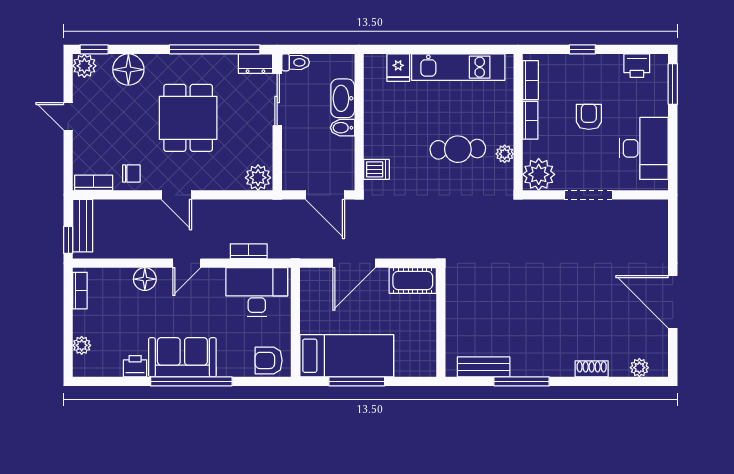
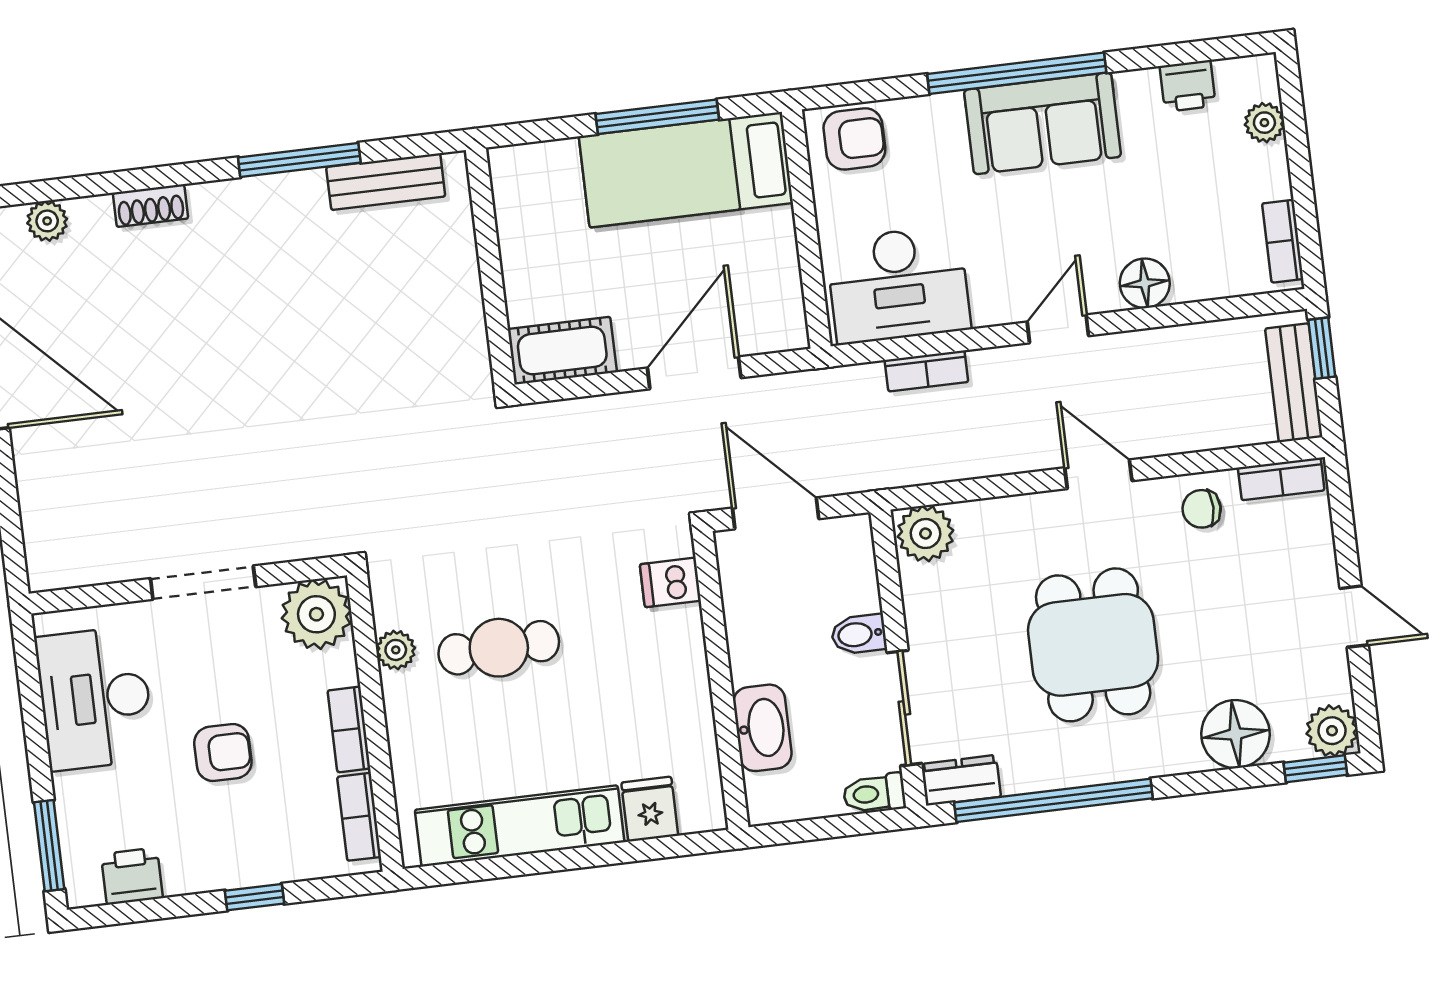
armchair: (589, 117) -> (223, 752), turned -90
bidet: (342, 128) -> (859, 634), moved, turned 180
printer: (135, 366) -> (1188, 86), moved

